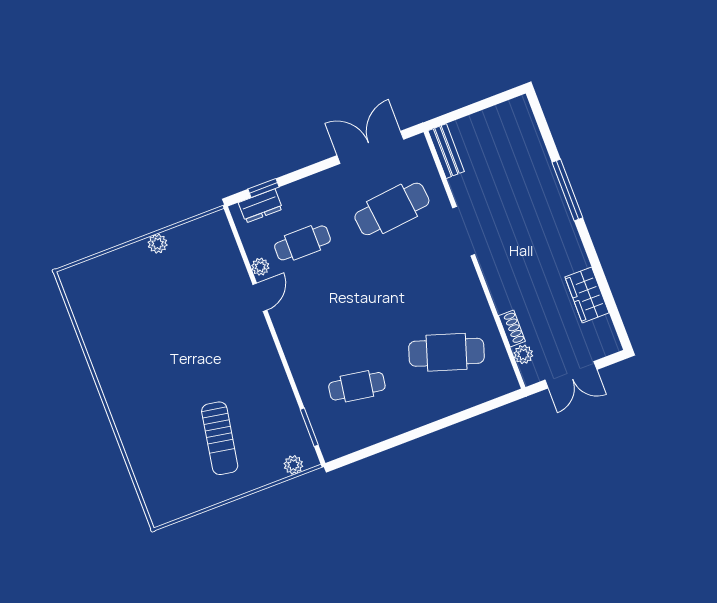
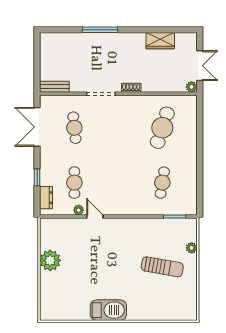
window: (263, 188) -> (37, 177), moved
cafe table: (392, 209) -> (74, 128), width x0.73, depth x0.74
plant: (158, 244) -> (50, 260), width x1.88, depth x1.88
shoe rack: (512, 329) -> (131, 88), moved
plant: (523, 354) -> (192, 87), moved
barbecue: (116, 377) -> (108, 310), added
plant: (293, 465) -> (192, 248), moved

